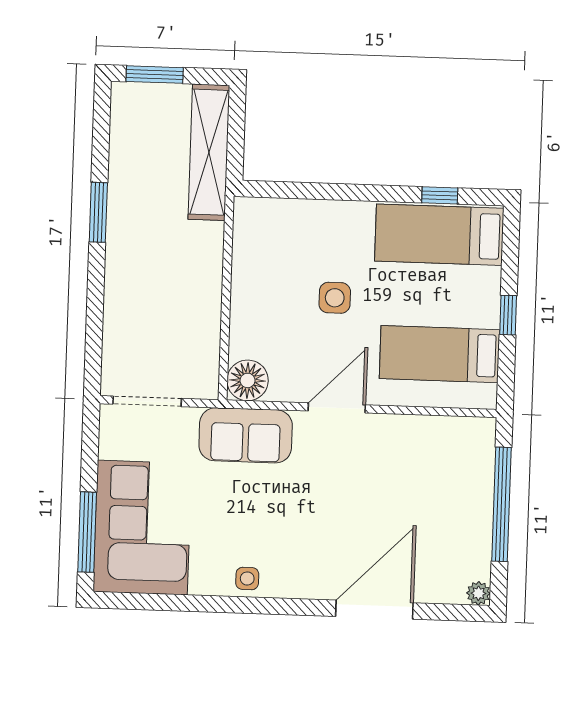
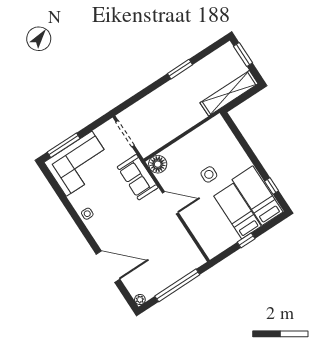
bed: (440, 354) -> (237, 211), moved

